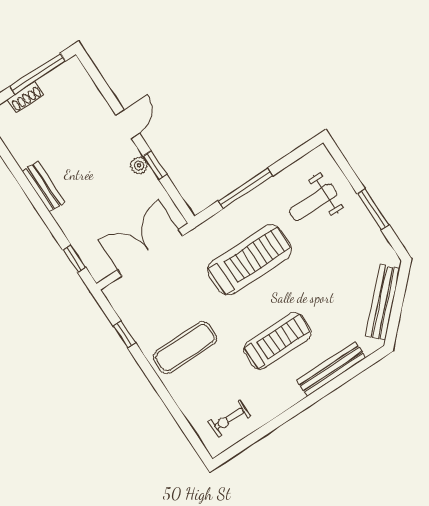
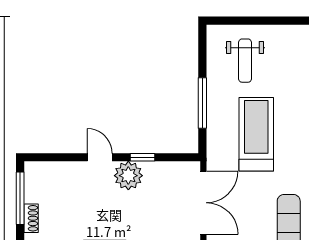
plant: (139, 165) -> (128, 176), width x1.87, depth x1.87
window: (373, 209) -> (279, 21), removed
double door: (150, 253) -> (203, 203), swing flipped

